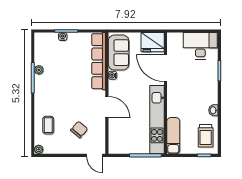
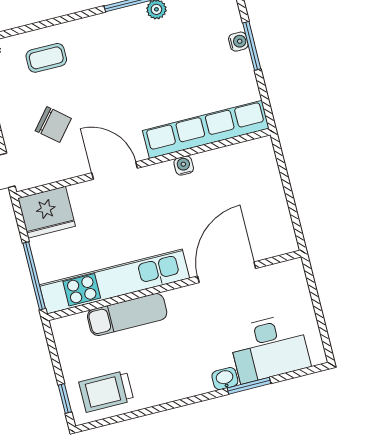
fridge: (153, 42) -> (47, 212), moved, turned -90
desk: (200, 46) -> (269, 348), moved, turned 90
sofa: (119, 53) -> (234, 166), removed
door: (107, 107) -> (115, 171), swing flipped
washbasin: (213, 110) -> (225, 379), moved
exam couch: (173, 136) -> (127, 315), moved

